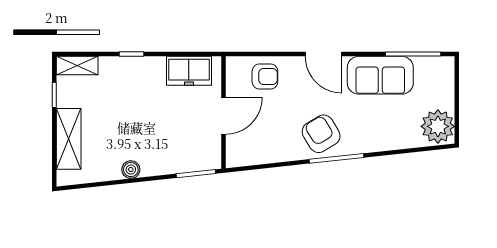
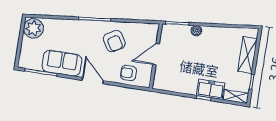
freezer: (189, 71) -> (210, 89), moved
armchair: (321, 134) -> (114, 41), moved
boiler: (131, 170) -> (196, 31), moved

